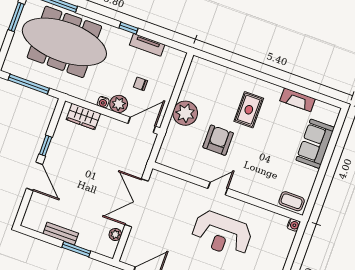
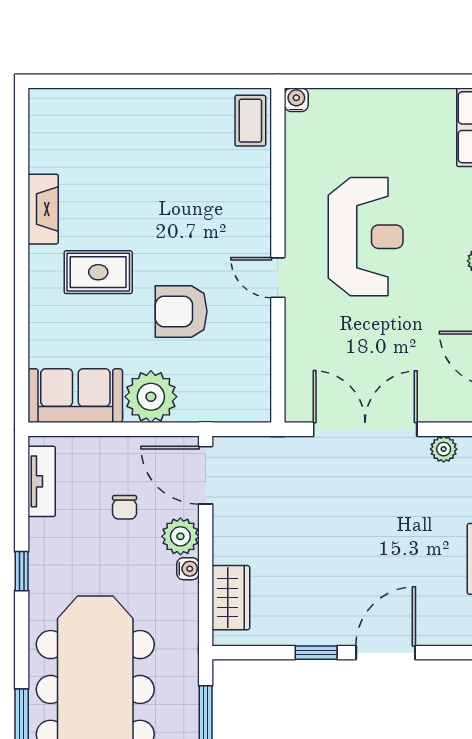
tv unit: (147, 45) -> (42, 481), moved
fireplace: (298, 100) -> (43, 209), moved
sofa: (315, 144) -> (75, 396), moved, turned 180
double door: (137, 203) -> (365, 429), swing flipped

